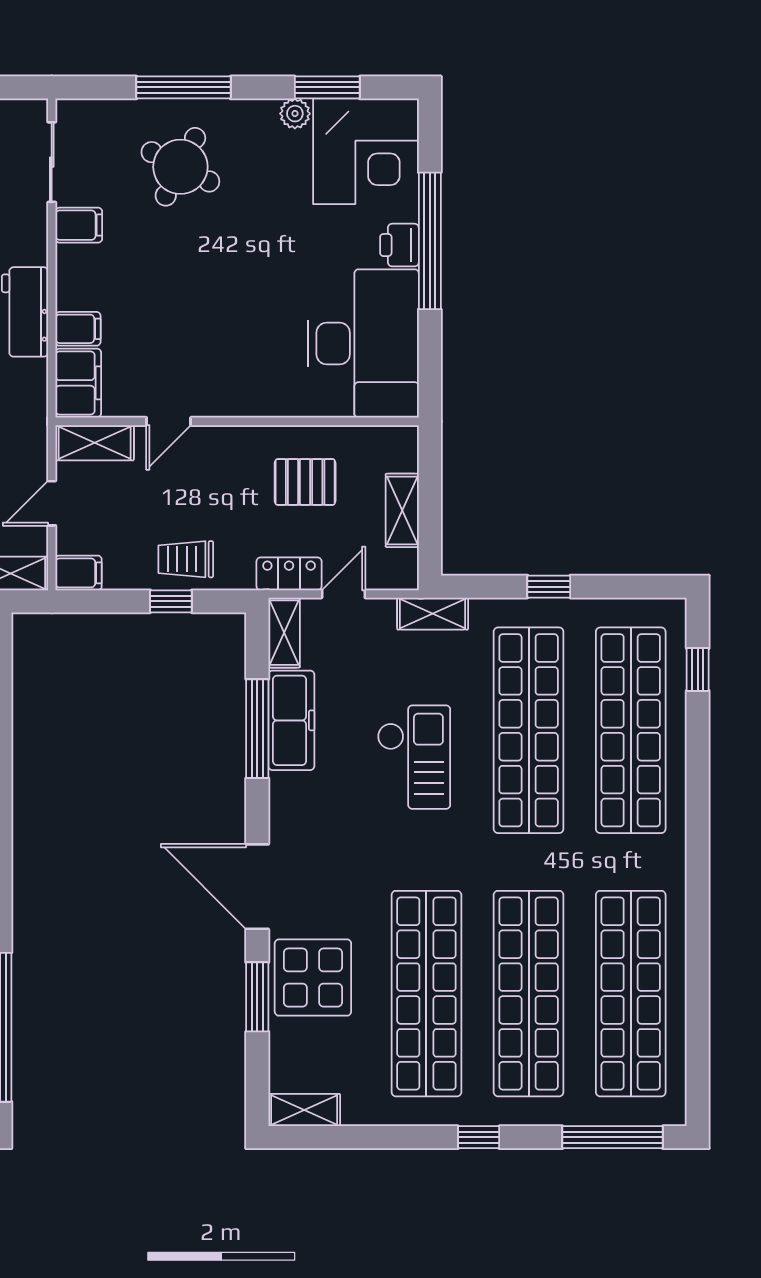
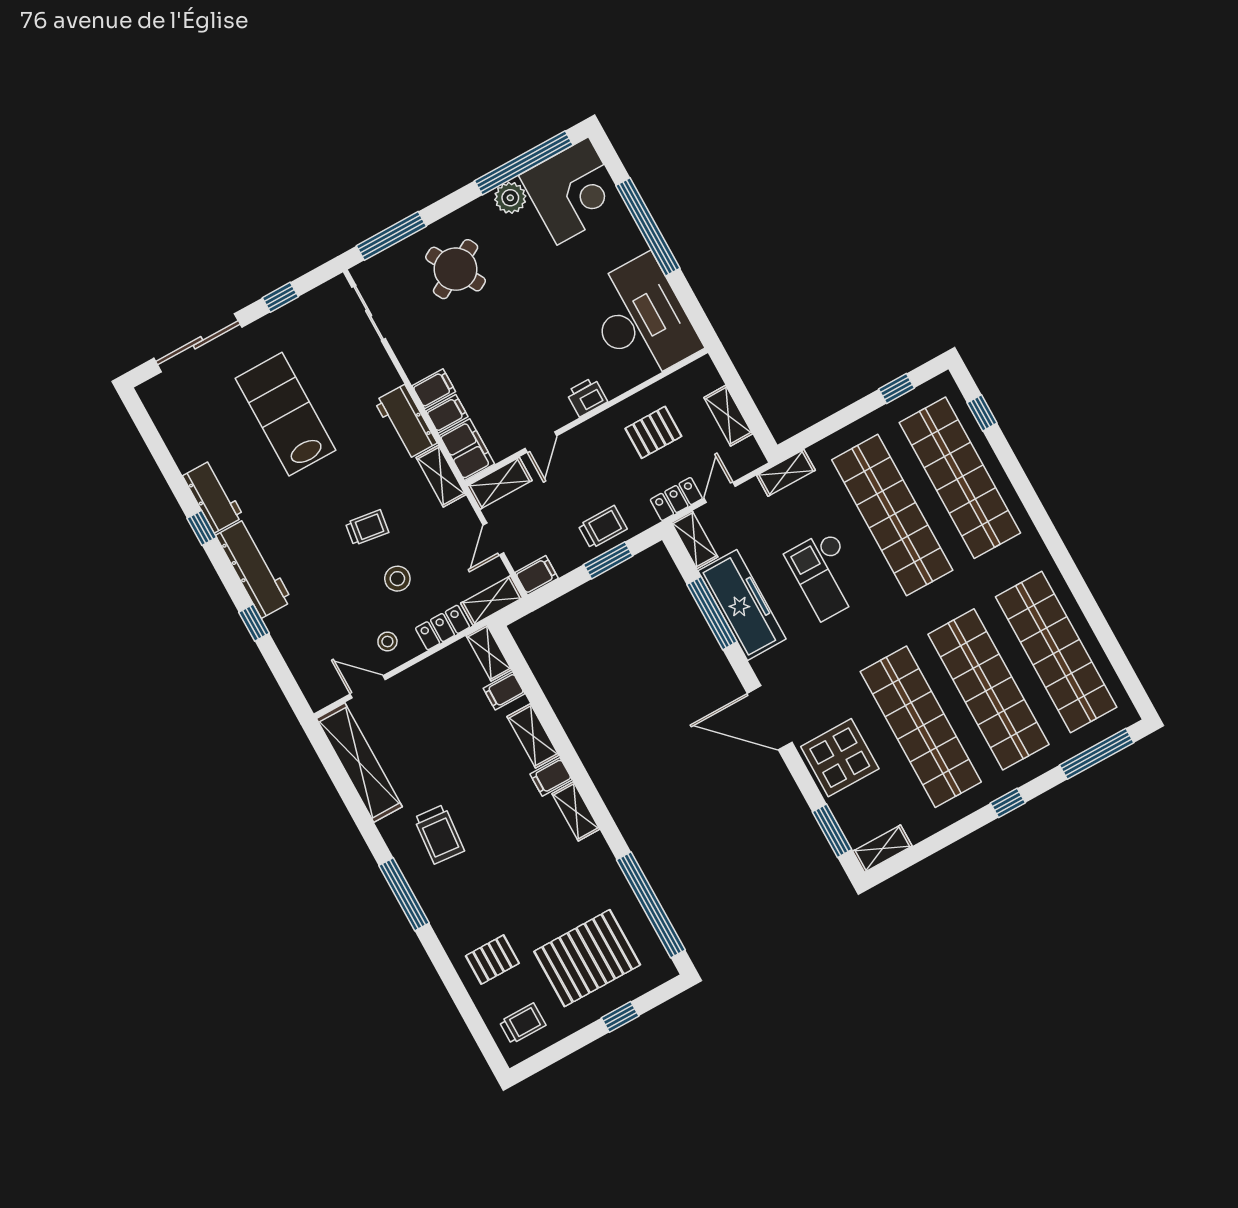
window: (183, 87) -> (391, 236), moved
window: (327, 87) -> (524, 163), width x2.11
plant: (295, 114) -> (510, 198), width x1.38, depth x1.38
round table: (180, 167) -> (456, 269), turned 34
filing cabinet: (79, 225) -> (434, 389), moved
printer: (399, 245) -> (587, 397), moved, turned 90
shelving: (31, 397) -> (441, 476), added
trolley: (186, 559) -> (603, 527), turned 180
window: (549, 587) -> (896, 389), moved
window: (171, 601) -> (608, 560), width x1.50
freezer: (291, 720) -> (742, 605), width x1.36, depth x1.26
checkout: (414, 757) -> (826, 575), turned 180
window: (257, 997) -> (832, 831), moved

